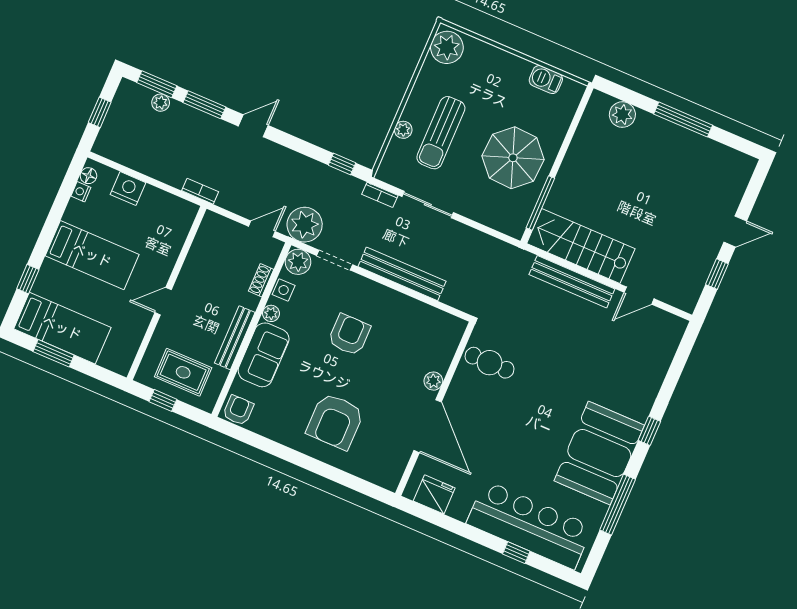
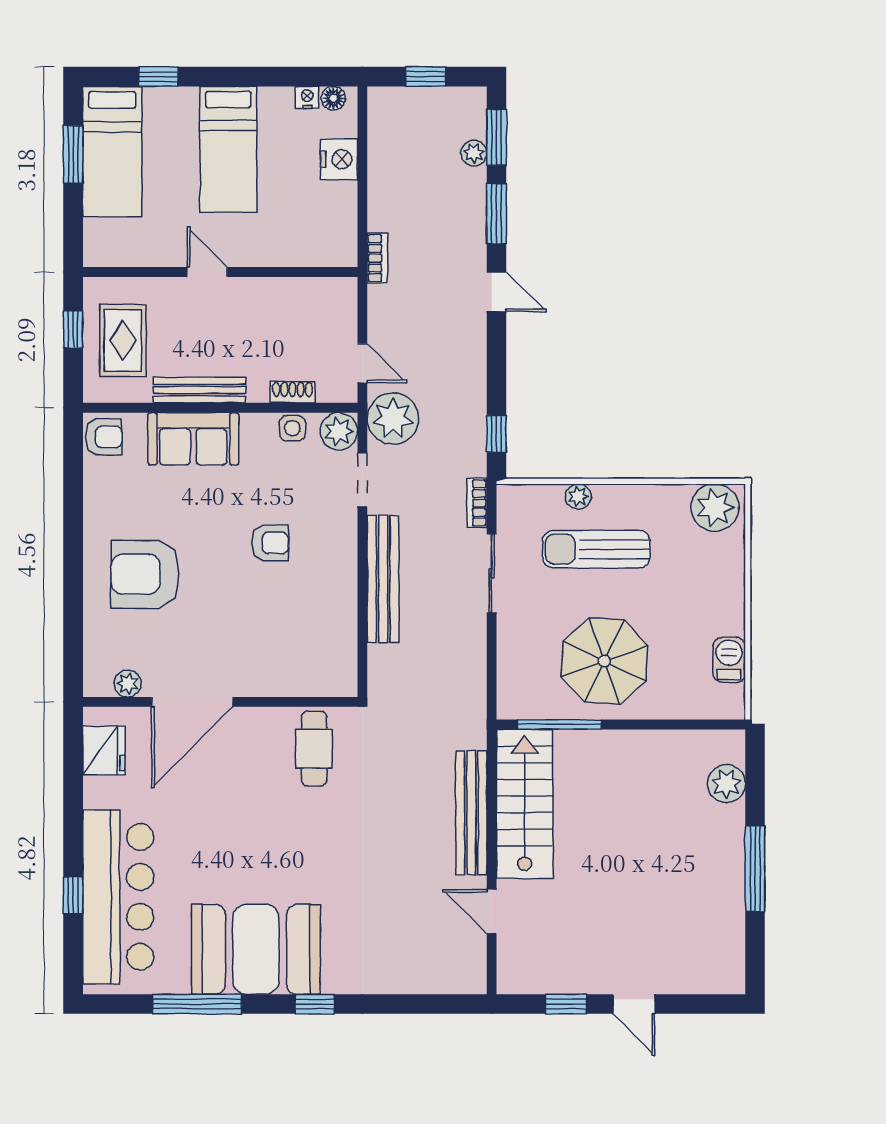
plant: (271, 313) -> (253, 425), removed
armchair: (349, 335) -> (270, 543), width x0.72, depth x0.72
plant: (433, 381) -> (128, 683), moved

